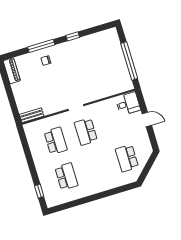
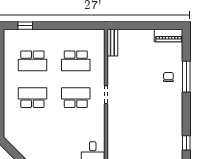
window: (73, 36) -> (186, 143), moved
school desk: (127, 158) -> (32, 98), moved

